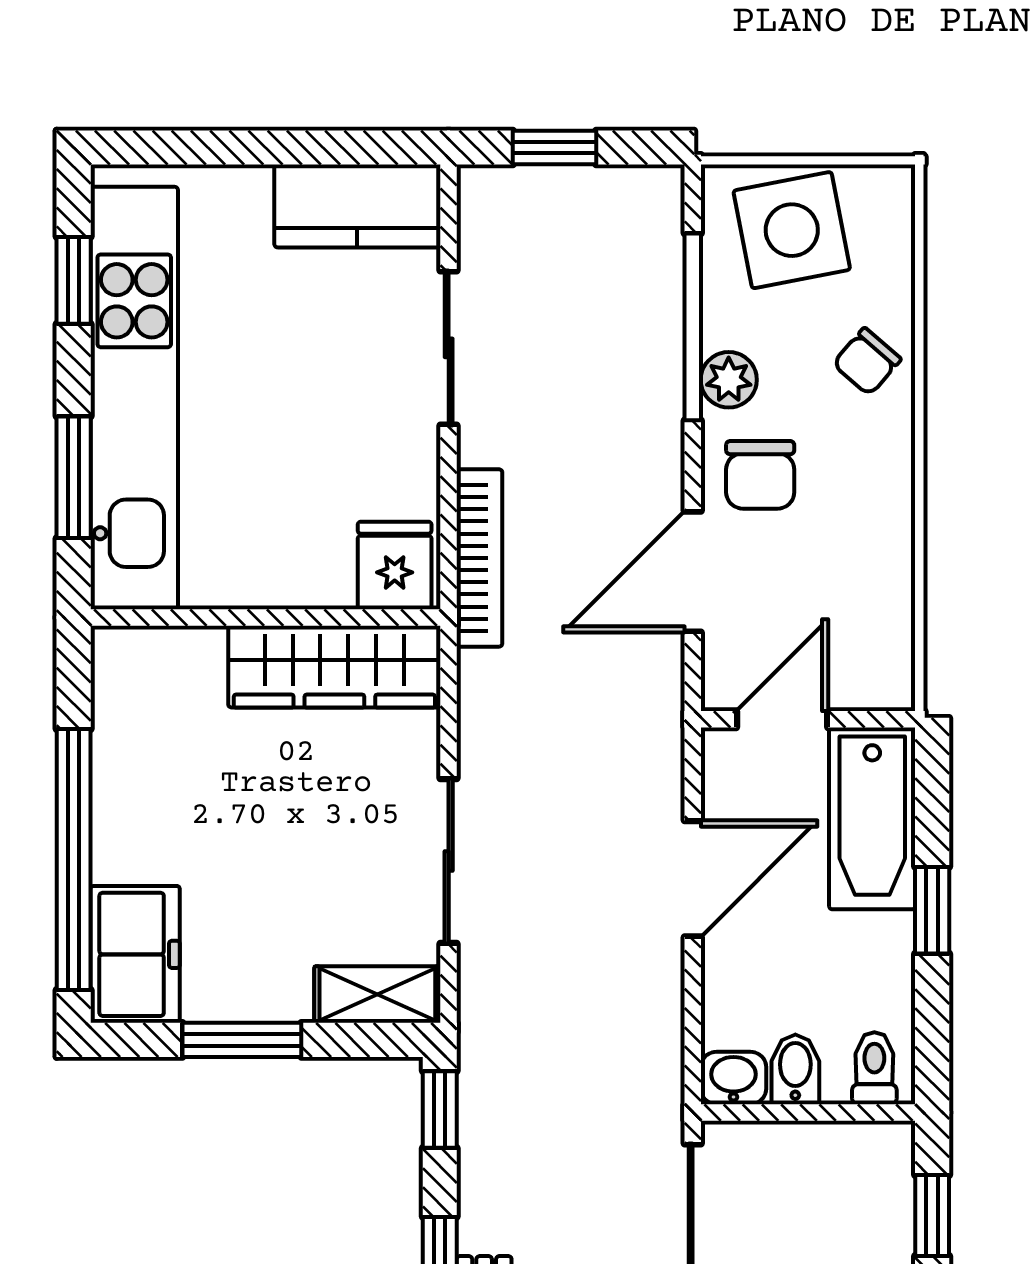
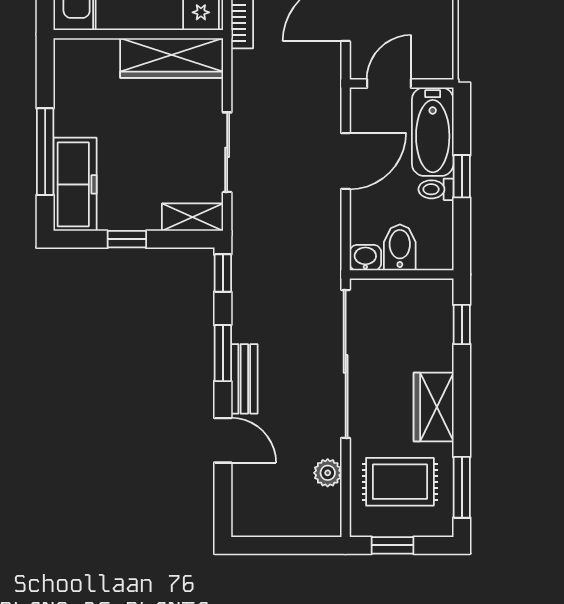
window: (74, 859) -> (45, 152), width x0.68
freezer: (135, 954) -> (75, 184), width x1.40
window: (242, 1040) -> (127, 239), width x0.67
toilet: (874, 1068) -> (436, 189), moved, turned -90
bidet: (795, 1069) -> (400, 247), width x1.38, depth x1.36

